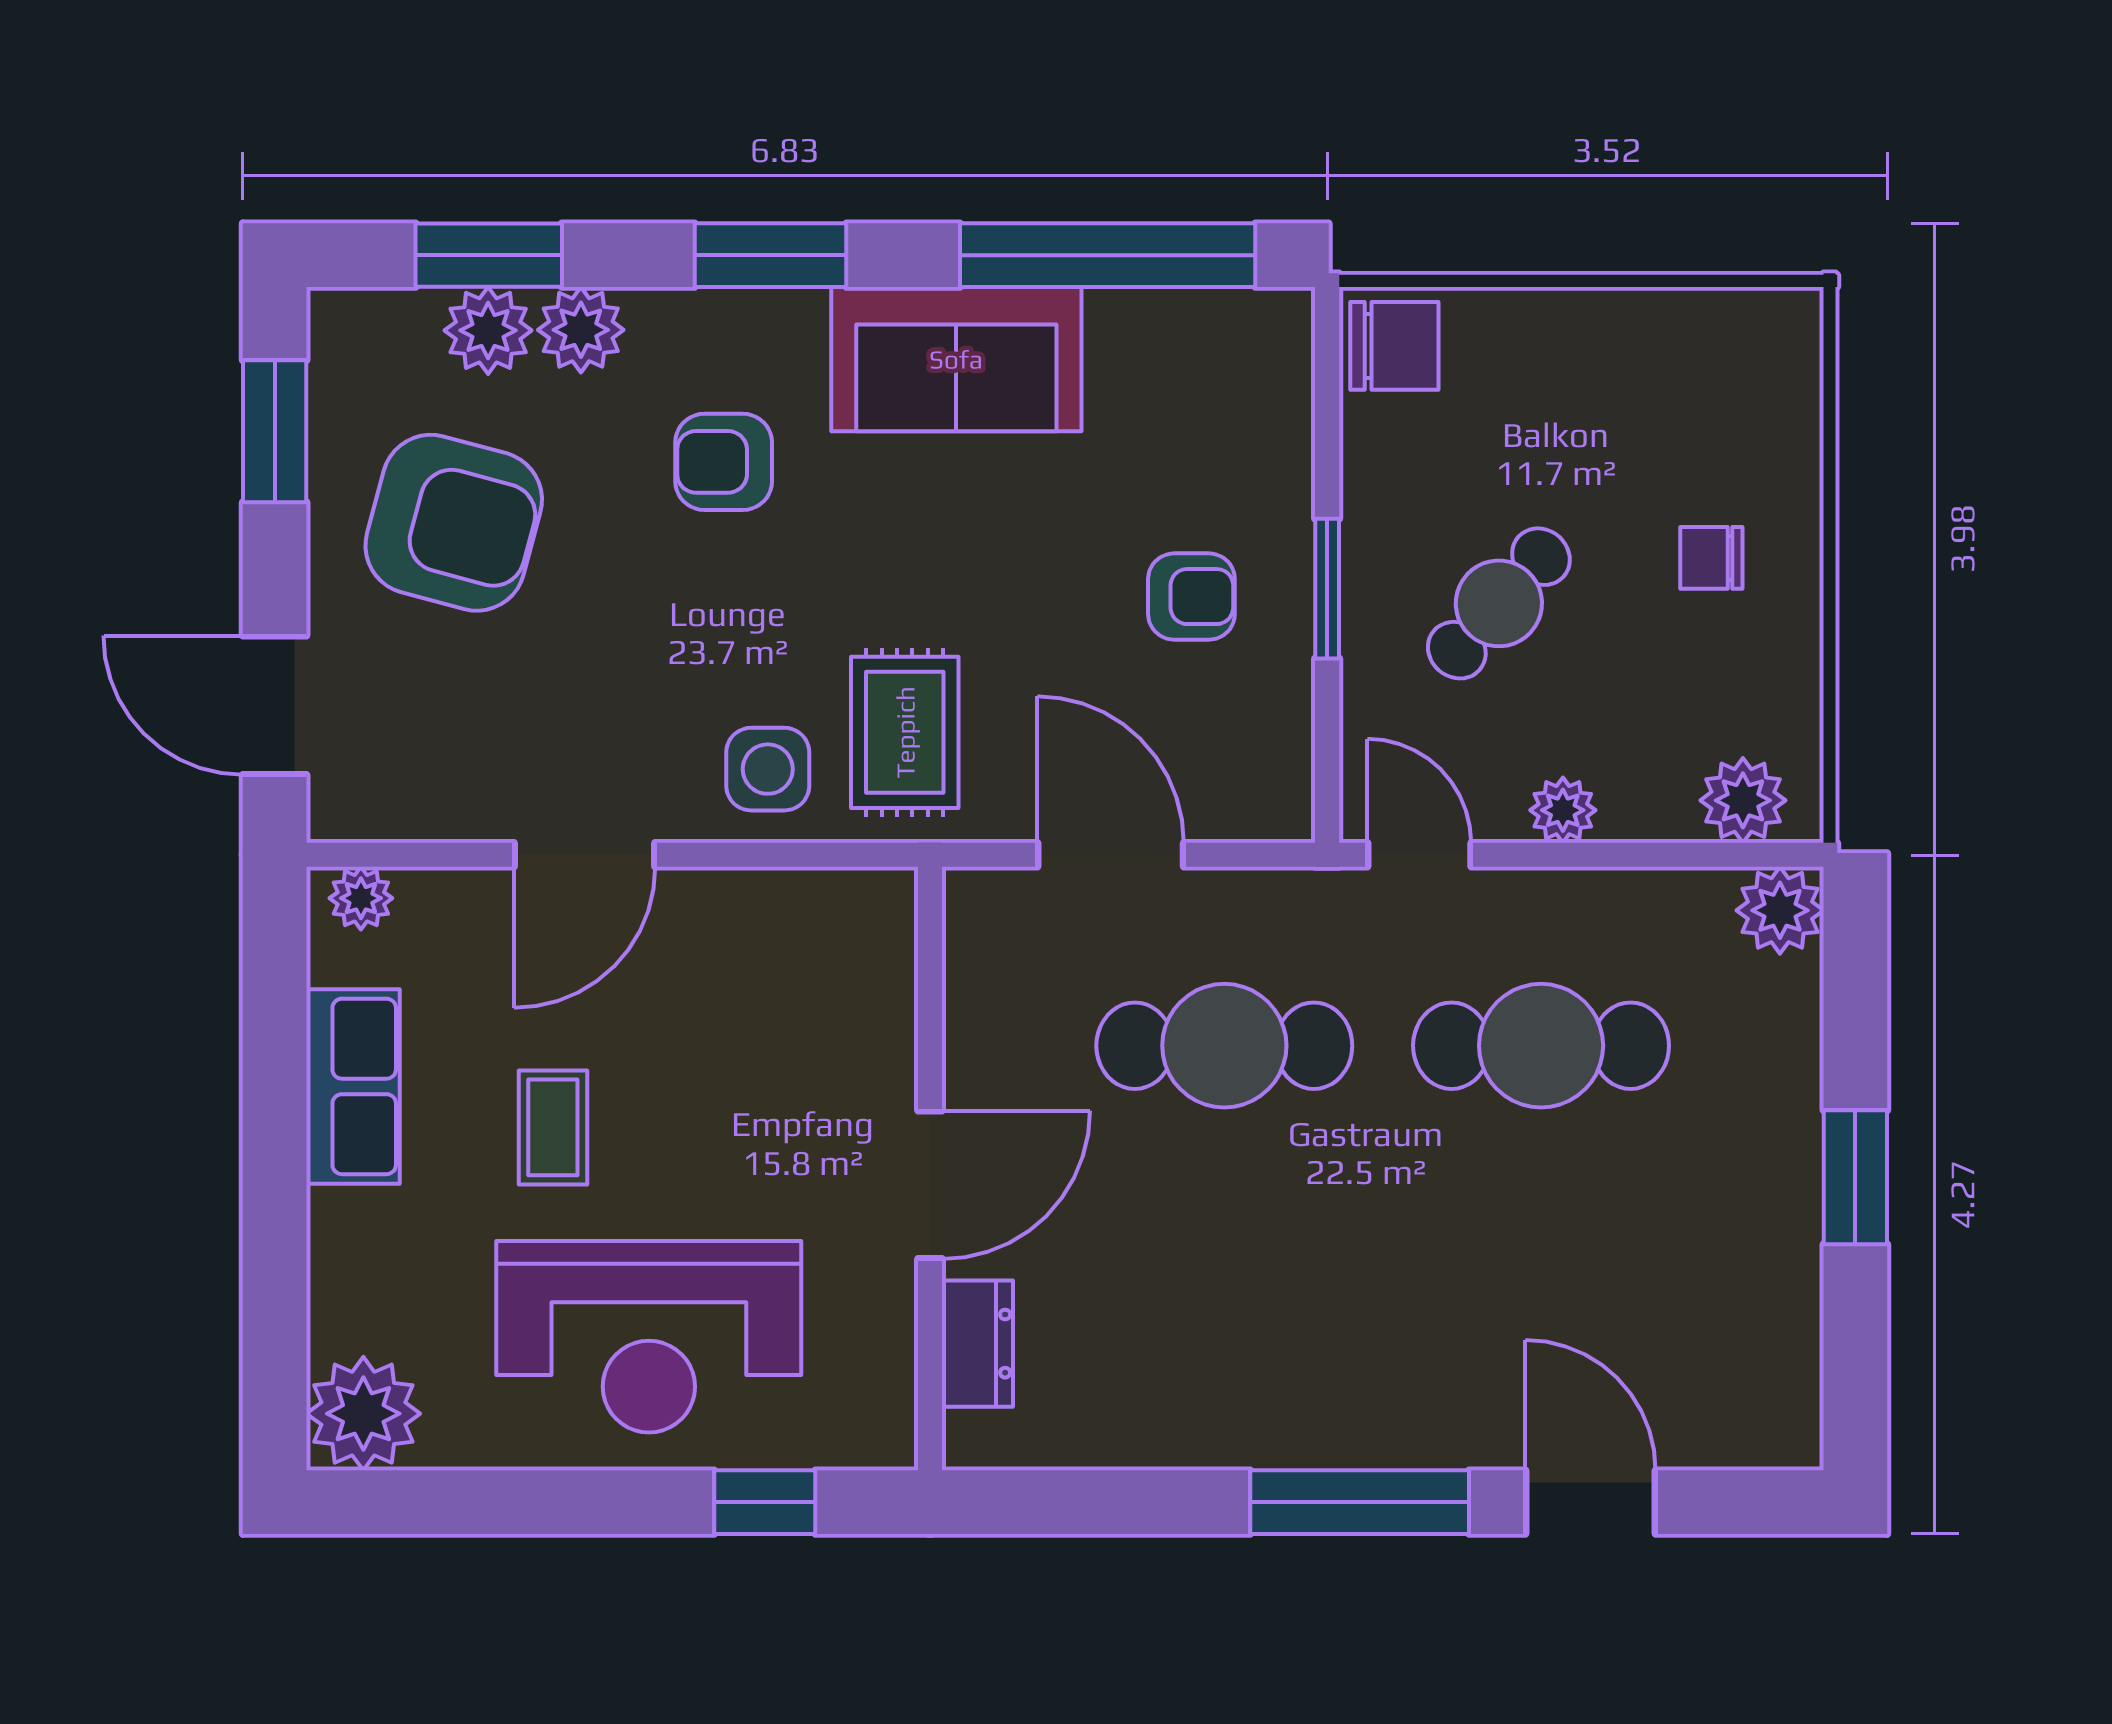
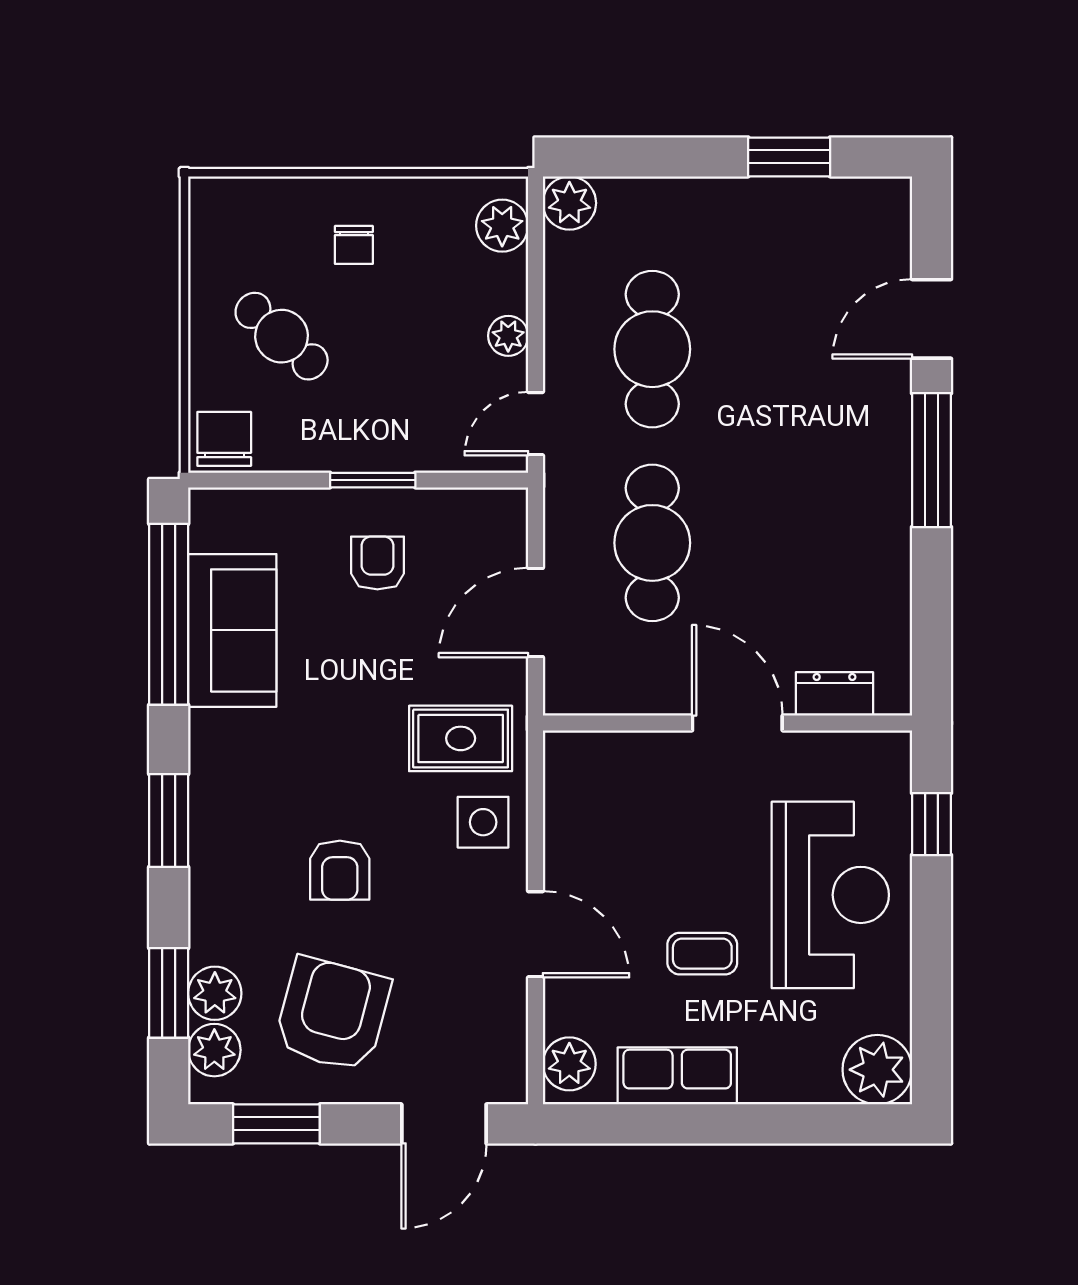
plant: (581, 330) -> (214, 1050), moved
sofa: (956, 359) -> (232, 630), moved
armchair: (724, 462) -> (340, 870), moved
cafe table: (1499, 603) -> (282, 336), moved
plant: (361, 898) -> (569, 1064), width x1.38, depth x1.38
window: (1855, 1177) -> (789, 157), moved

